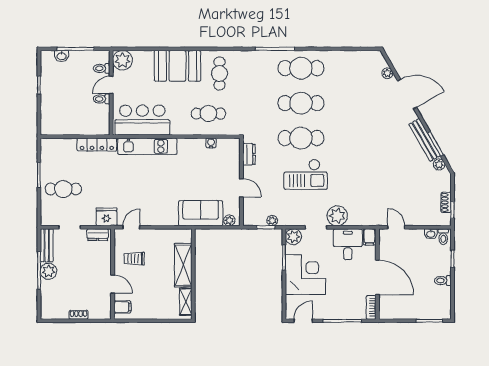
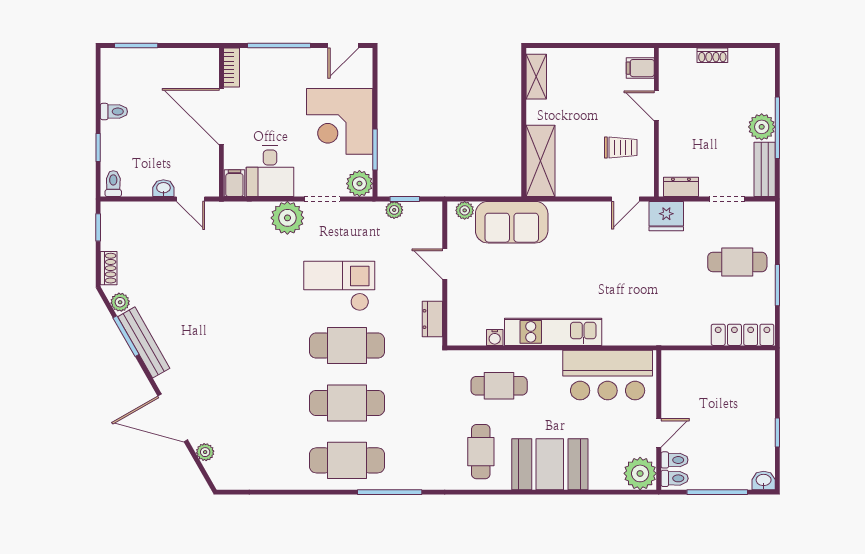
washbasin: (61, 56) -> (764, 481), moved
toilet: (102, 99) -> (675, 478), moved
locker: (97, 145) -> (743, 335), moved
kitchen unit: (147, 146) -> (553, 332), moved
shoe rack: (446, 202) -> (109, 268), moved
washbasin: (431, 234) -> (163, 188), moved
shelving: (183, 265) -> (540, 161), moved

